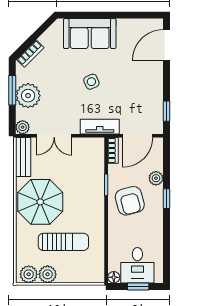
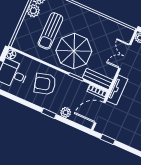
door: (138, 136) -> (100, 113), hinge flipped
bench: (23, 157) -> (98, 79), moved
armchair: (130, 201) -> (45, 84), moved
parasol: (40, 202) -> (74, 51), moved

